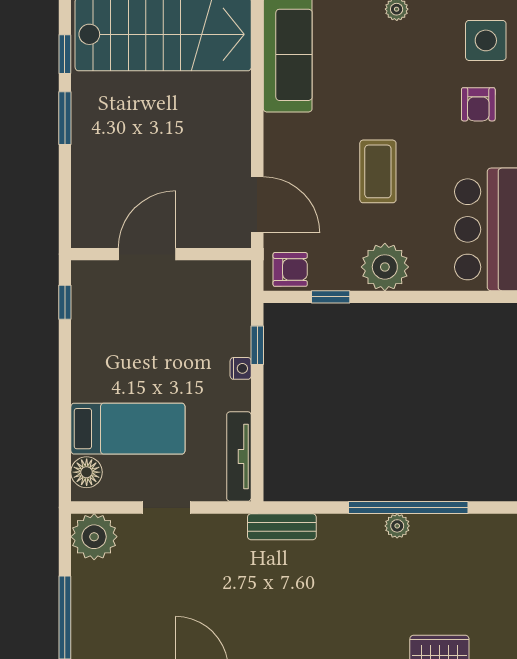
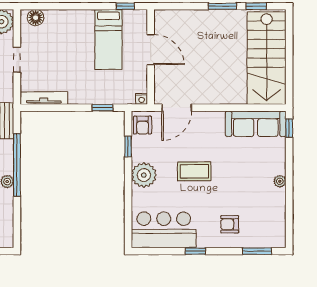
side table: (486, 40) -> (263, 228), removed
nightstand: (241, 368) -> (142, 99), moved
bed: (128, 429) -> (108, 39), moved
window: (408, 508) -> (17, 165), moved

